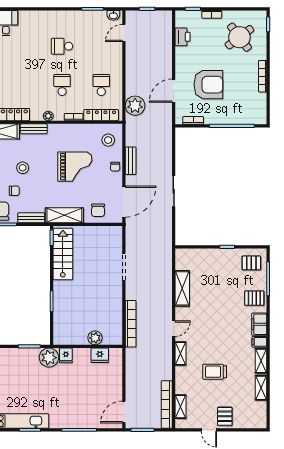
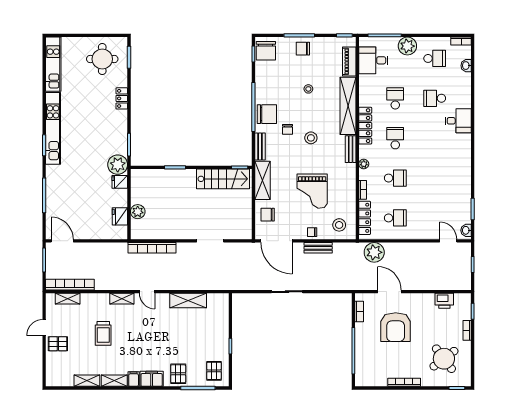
school desk: (62, 46) -> (395, 138), moved
trolley: (215, 372) -> (103, 333), turned 180

